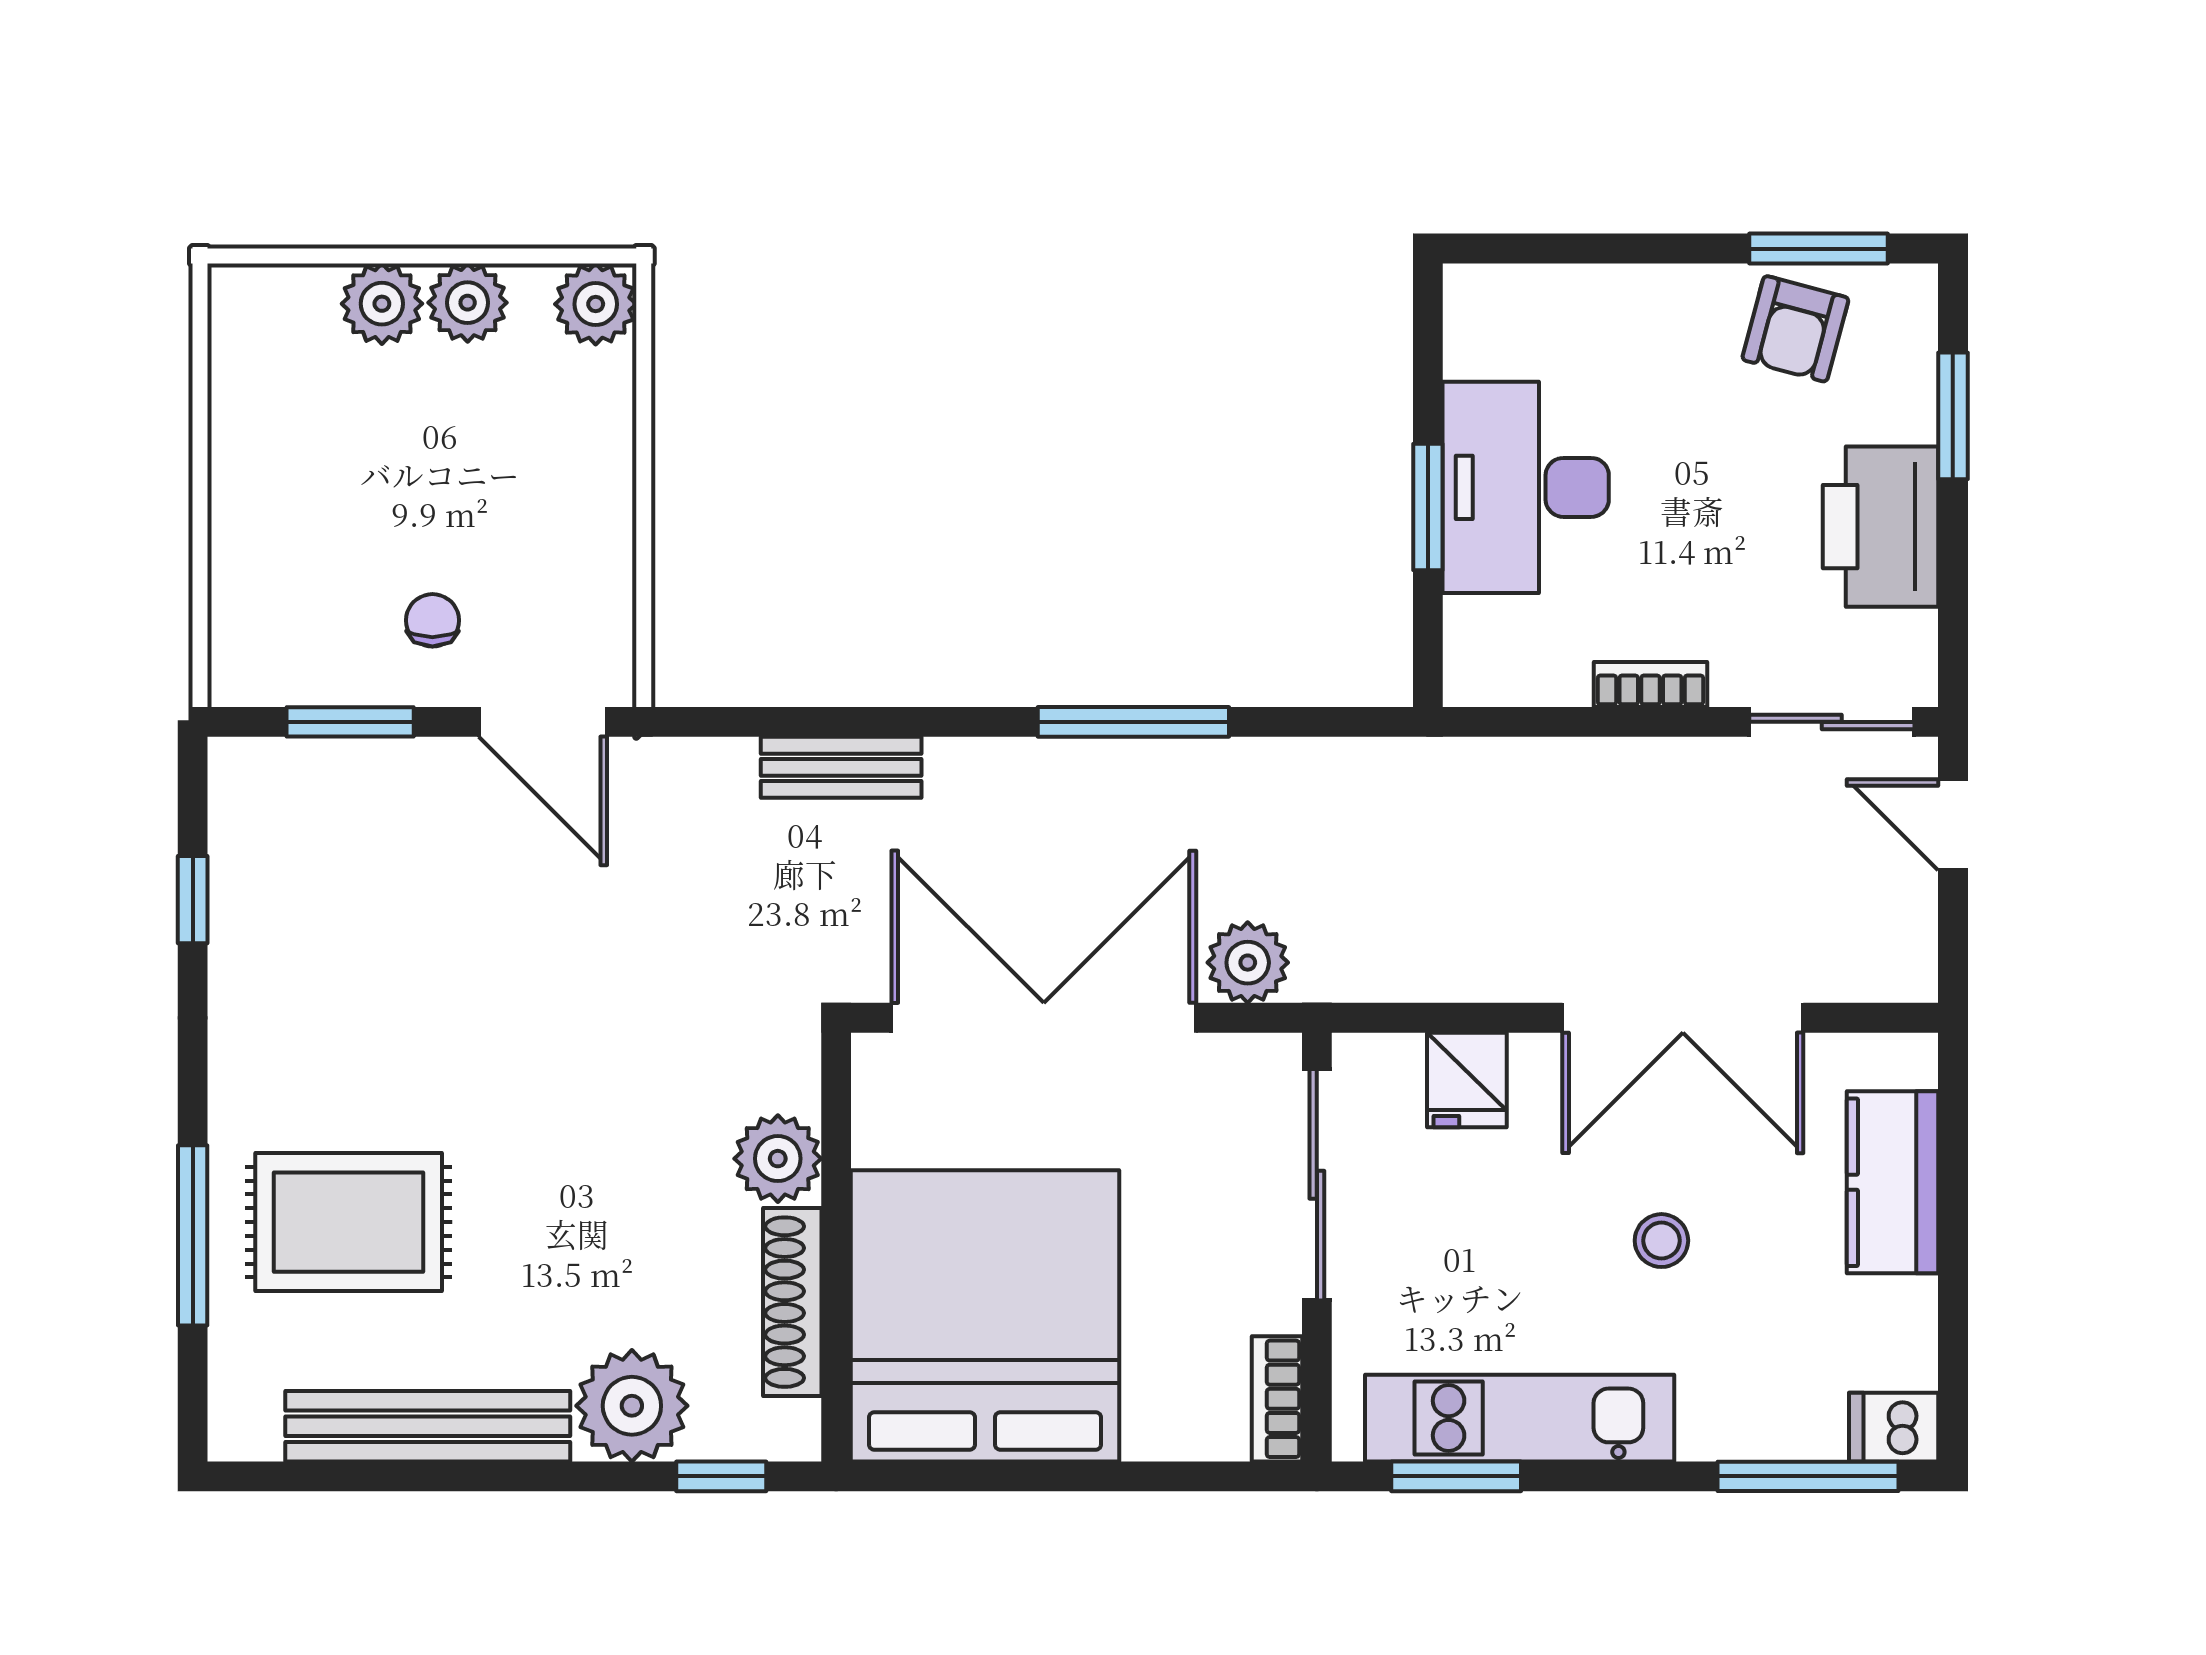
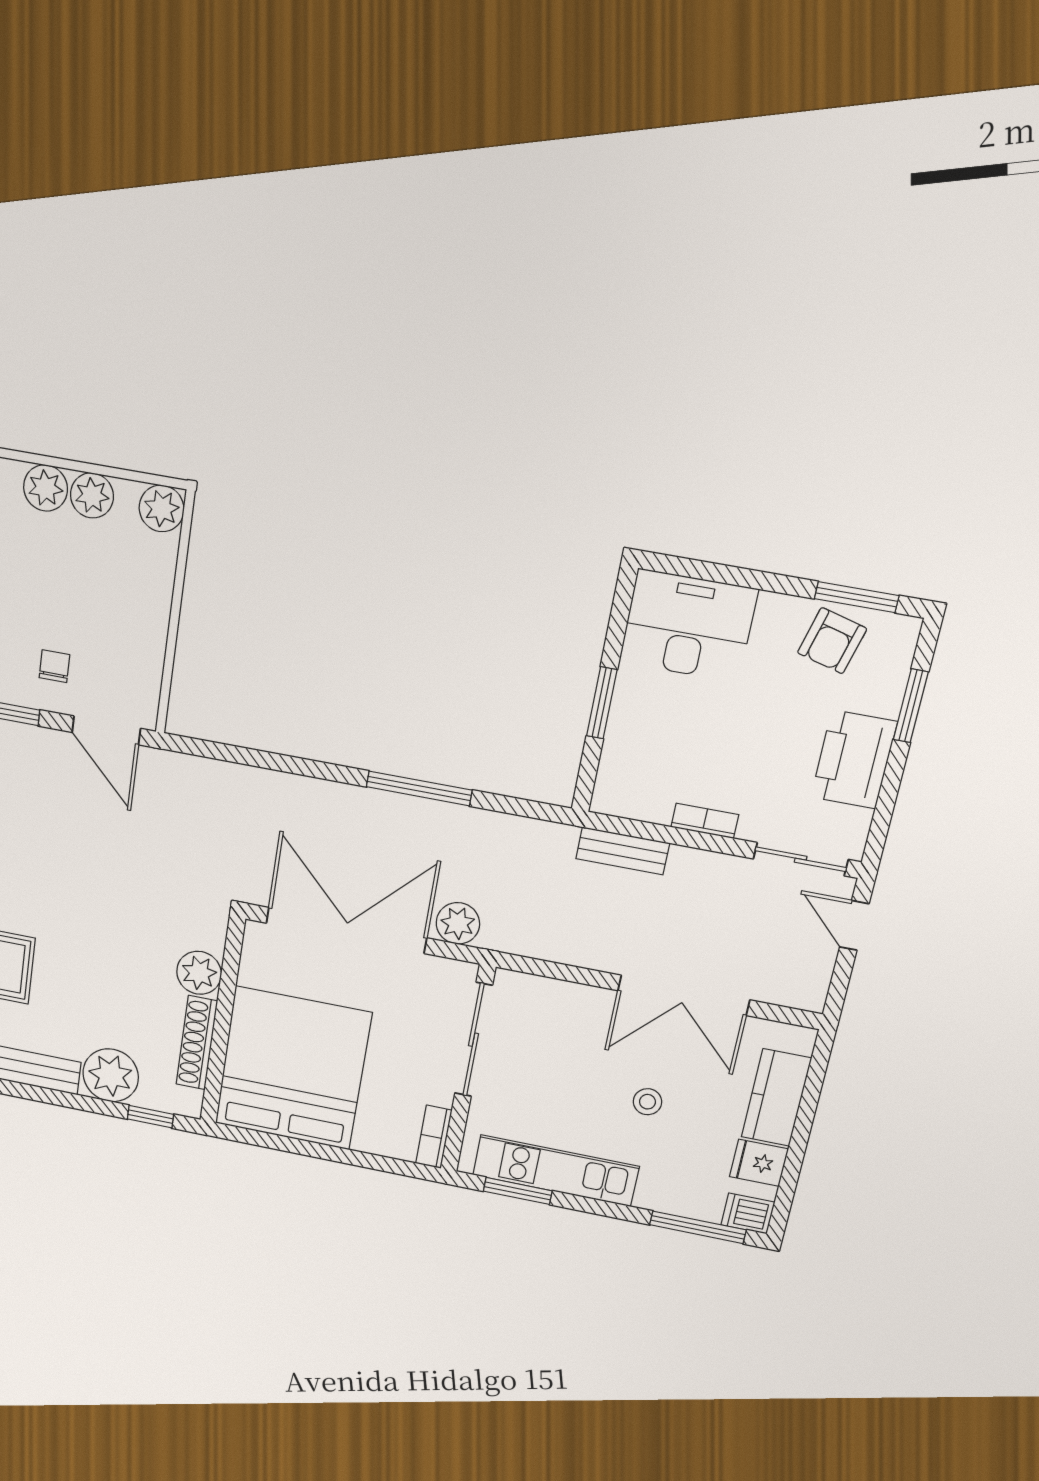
desk: (1526, 487) -> (688, 626), moved, turned 90
bench: (841, 767) -> (623, 851), moved
fridge: (1467, 1080) -> (759, 1163), moved, turned 90

